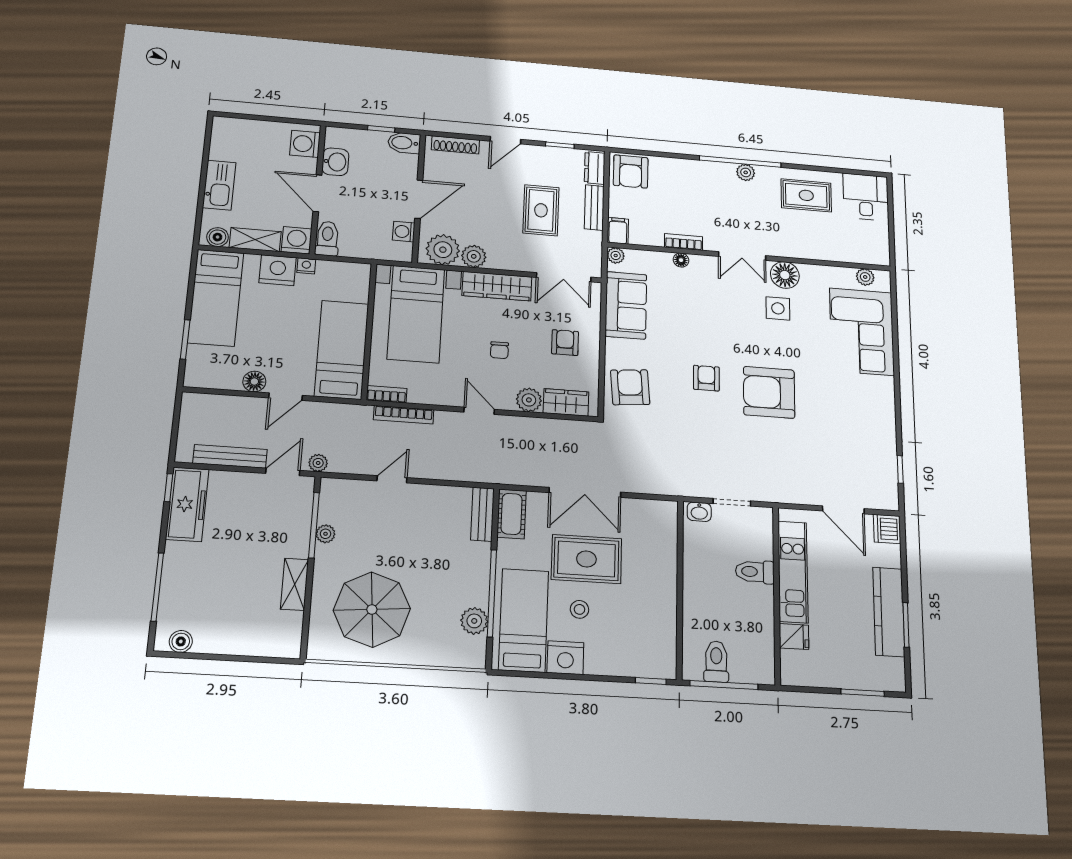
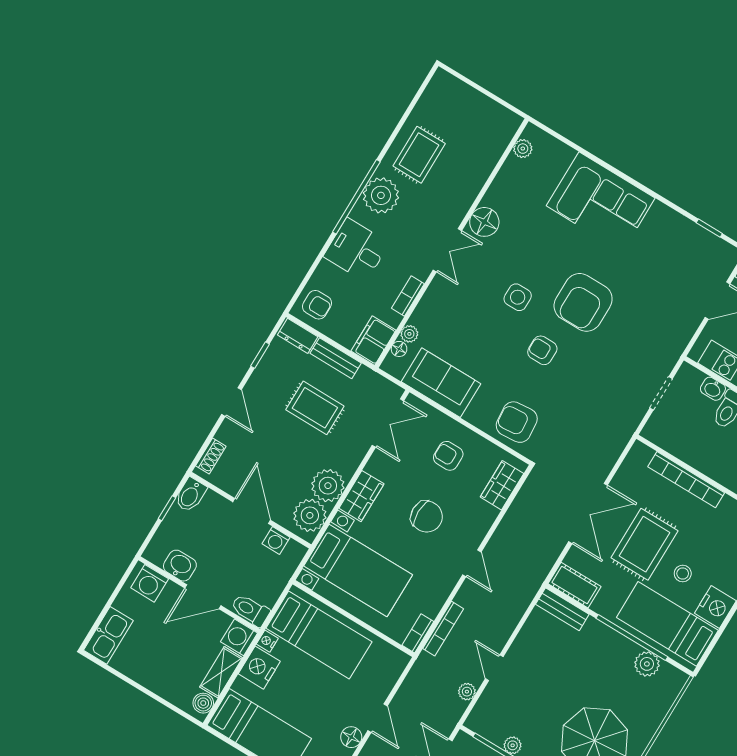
shoe rack: (455, 145) -> (211, 456), width x0.70
armchair: (631, 171) -> (317, 305), width x0.72, depth x0.72
plant: (746, 172) -> (381, 195), width x1.87, depth x1.87
kitchen sink: (219, 185) -> (108, 635), moved, turned 90
desk: (866, 197) -> (356, 250), moved
filing cabinet: (618, 231) -> (374, 341), width x2.00
plant: (616, 255) -> (409, 334), moved
plant: (474, 256) -> (328, 486), width x1.36, depth x1.36
floor lamp: (681, 260) -> (399, 349), moved
wardrobe: (497, 286) -> (361, 496), width x0.67
side table: (778, 308) -> (518, 297), moved
corner sofa: (862, 332) -> (601, 202), moved
bed: (342, 350) -> (319, 635), moved, turned 180
chair: (499, 350) -> (427, 517), width x1.87, depth x1.87
plant: (529, 400) -> (484, 516), removed
door: (479, 411) -> (472, 563), swing flipped
plant: (318, 463) -> (467, 692), moved
washbasin: (699, 512) -> (713, 389), moved, turned 90
bookcase: (668, 566) -> (686, 480), added

